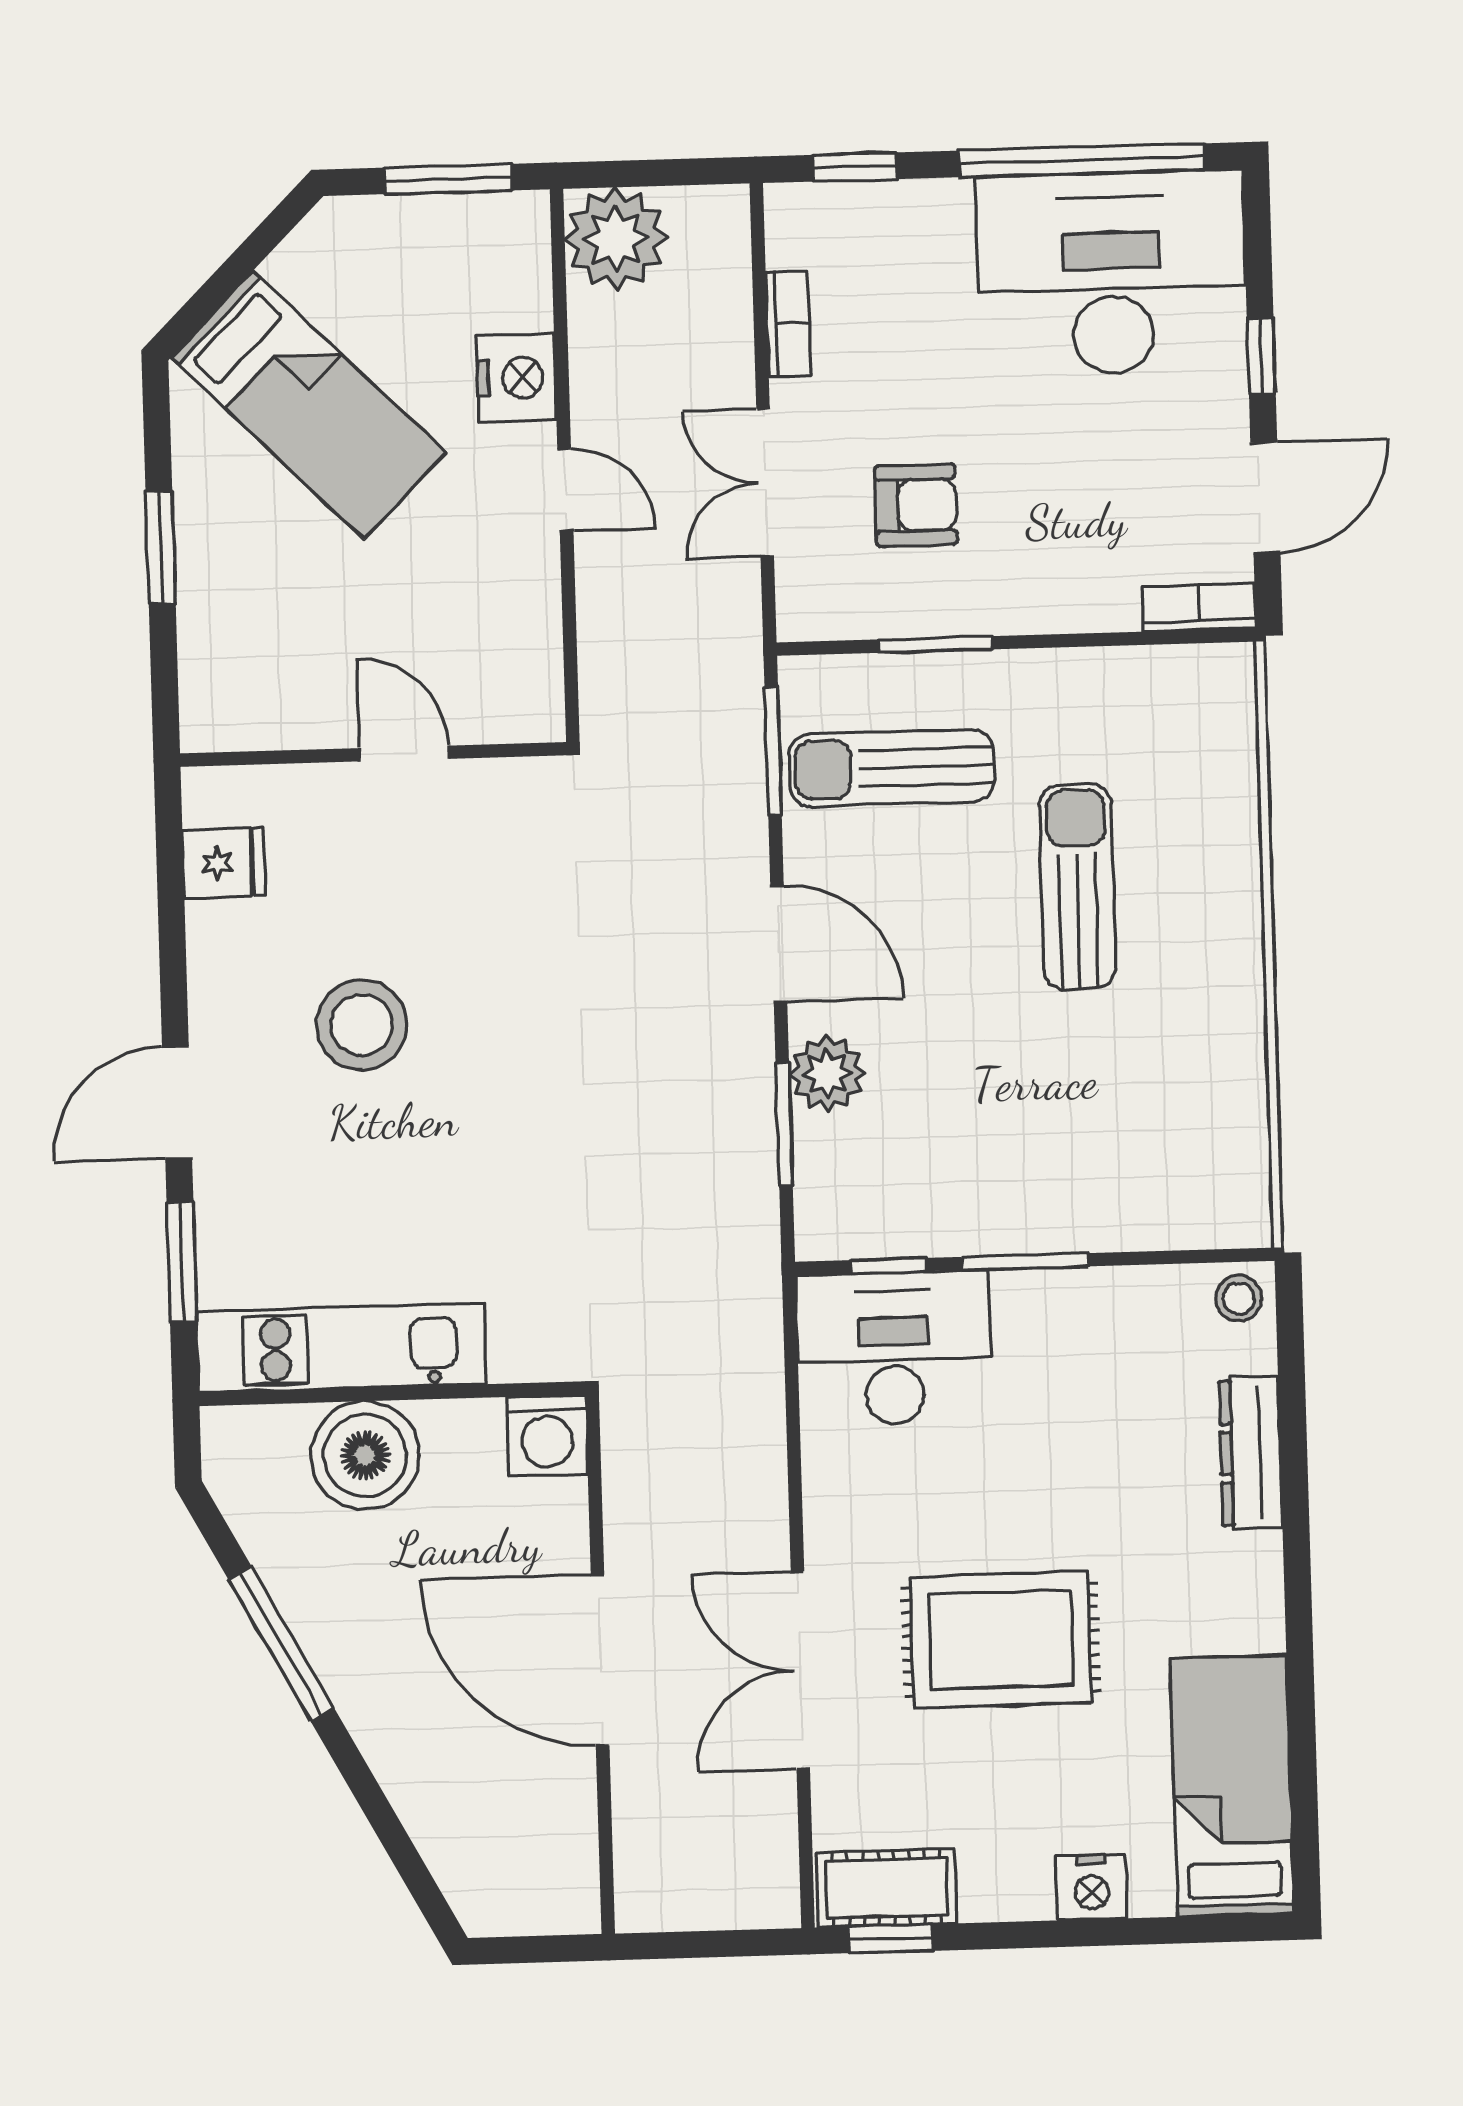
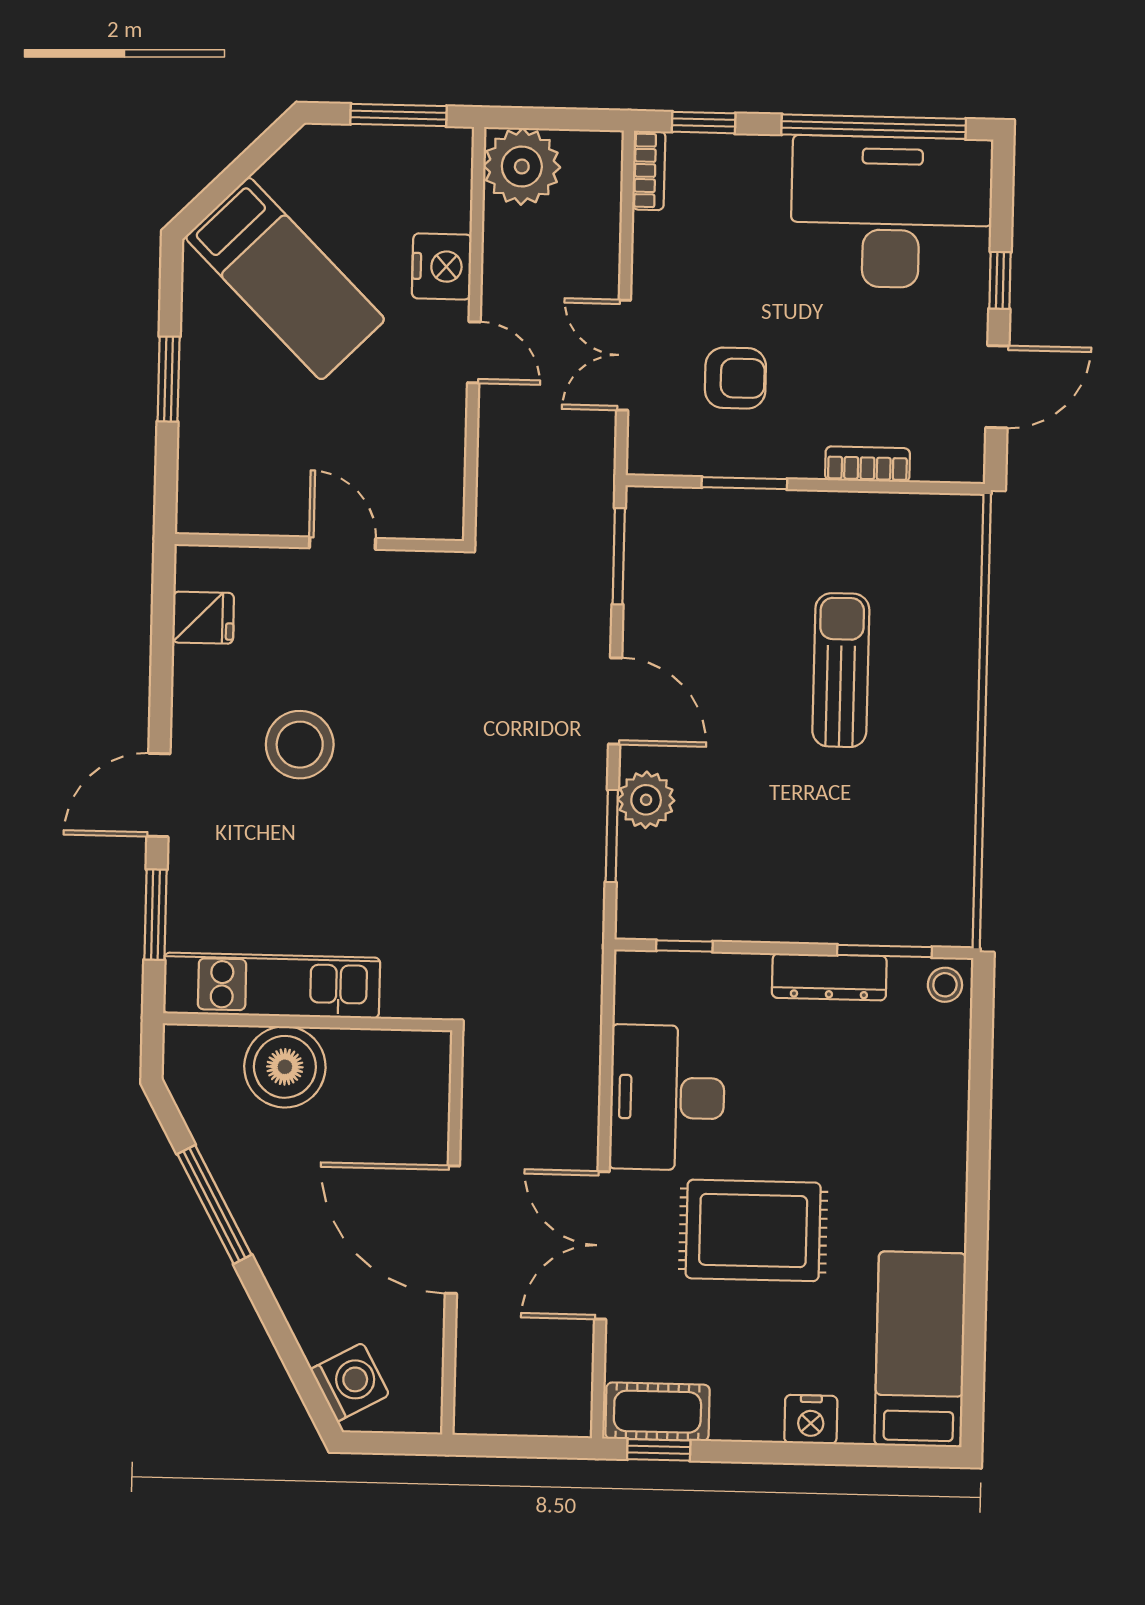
bookcase: (788, 324) -> (649, 170), moved
bookcase: (1199, 607) -> (868, 464), moved
sun lounger: (892, 768) -> (707, 574), removed
window: (1025, 1262) -> (885, 951), moved
desk: (894, 1348) -> (667, 1098), moved, turned -90
washing machine: (547, 1435) -> (350, 1382), moved, turned -118
dresser: (1251, 1453) -> (829, 977), moved, turned -90

